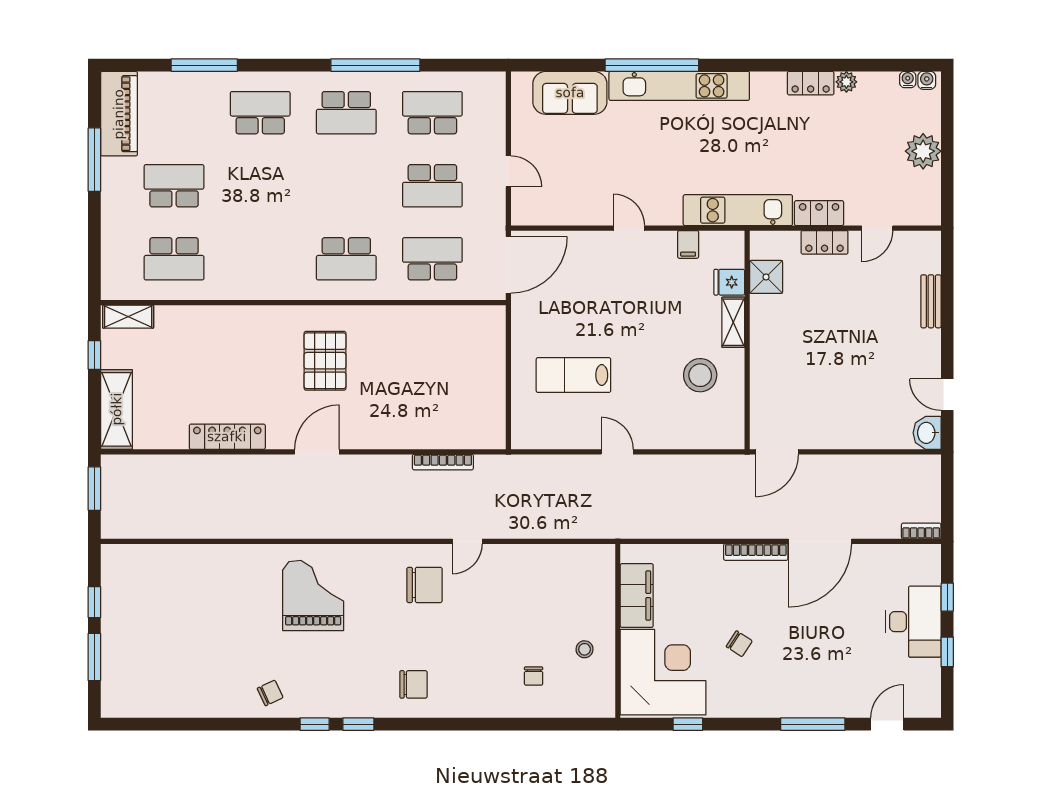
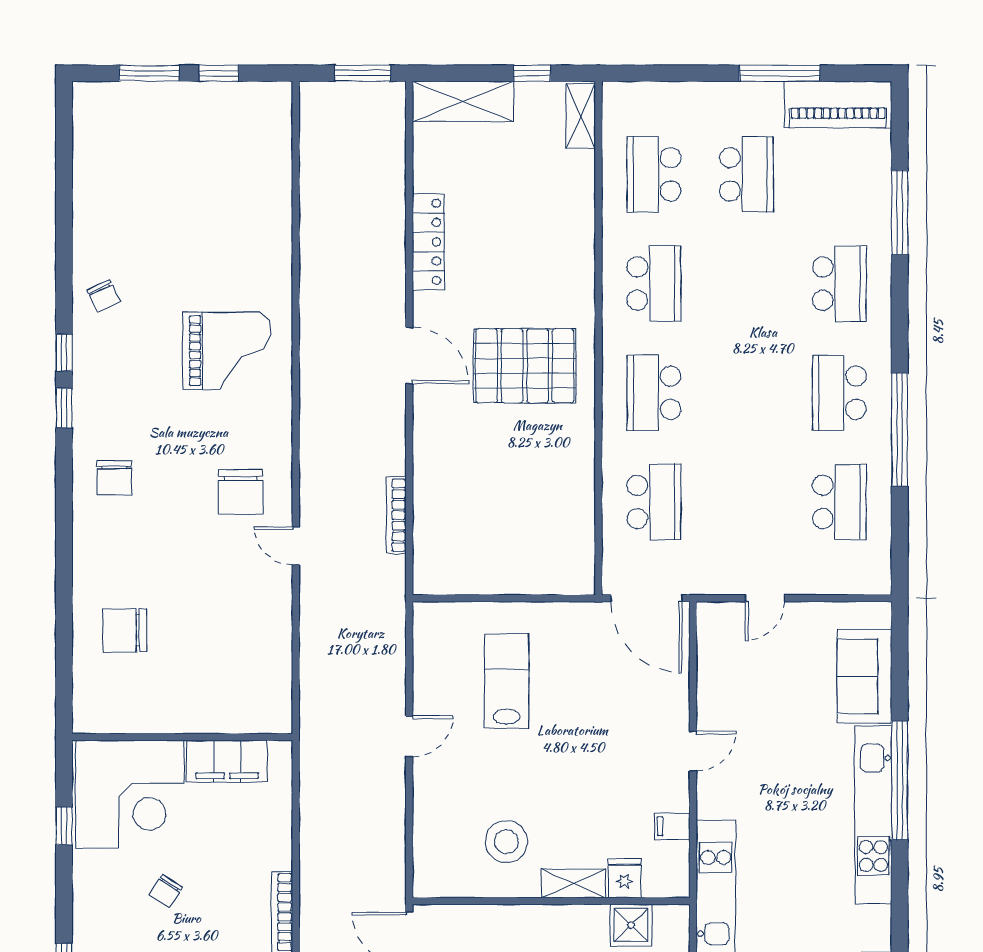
school desk: (432, 186) -> (654, 284), moved, turned 180
pallet: (325, 361) -> (525, 366), width x1.37, depth x1.41
stool: (585, 649) -> (159, 695), removed
chair: (534, 676) -> (125, 630), width x1.87, depth x1.87

